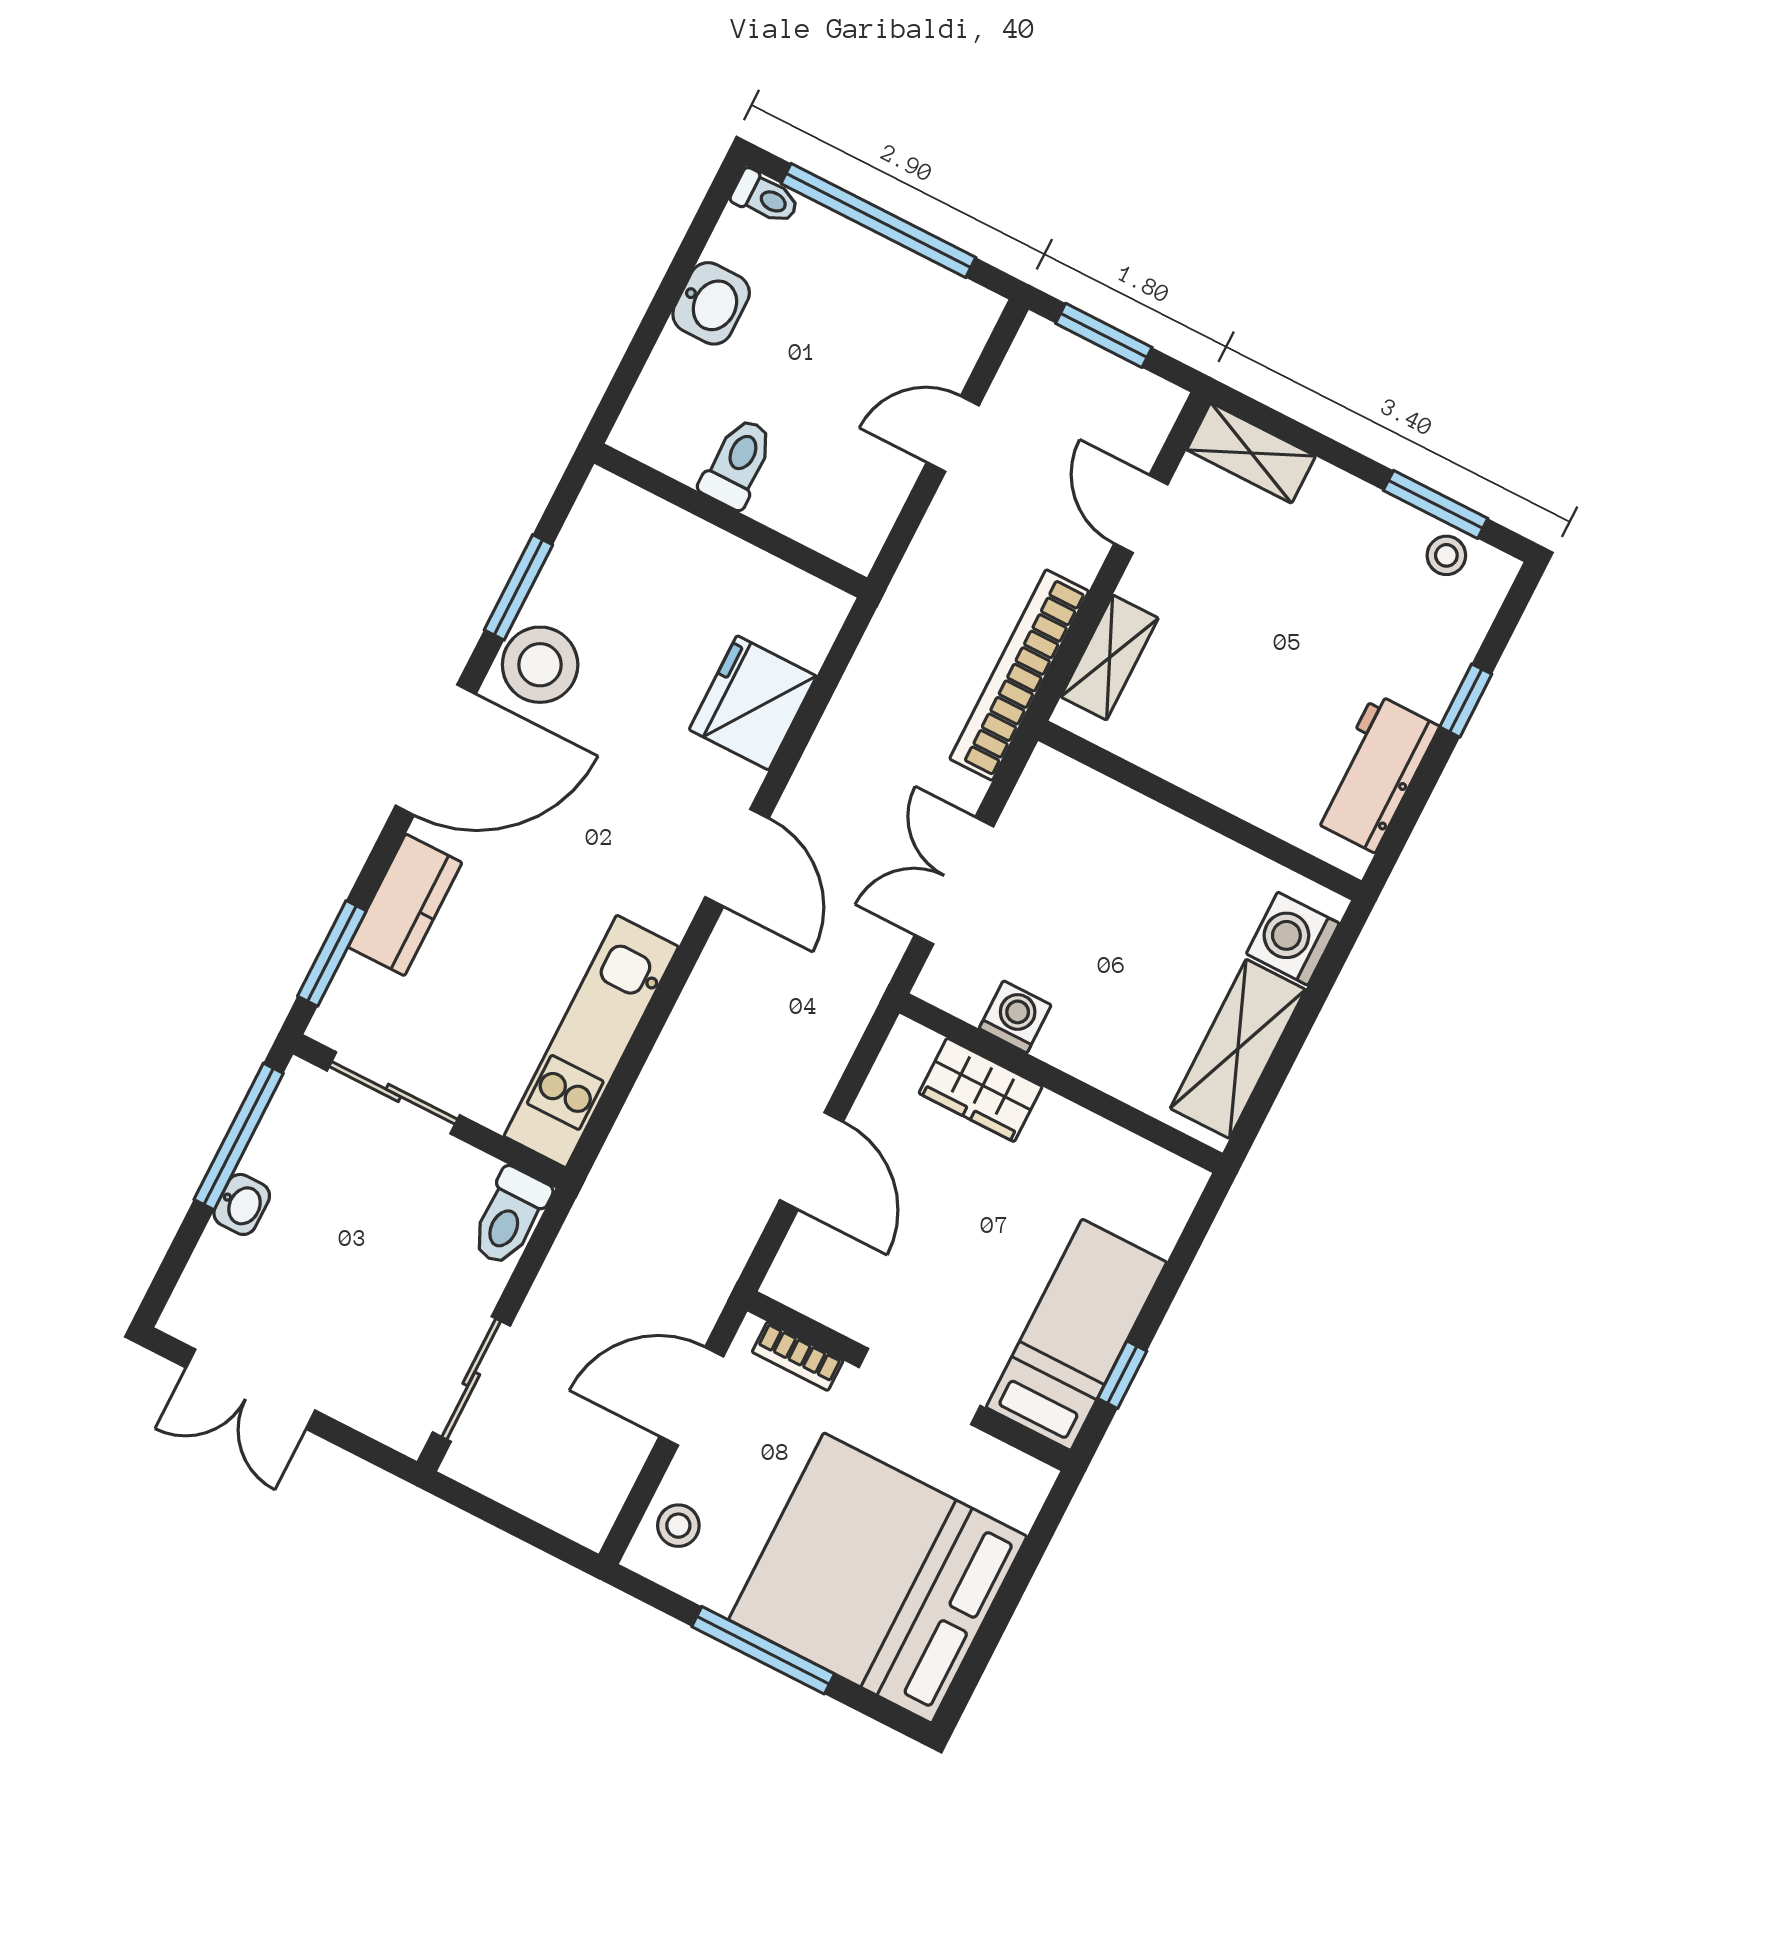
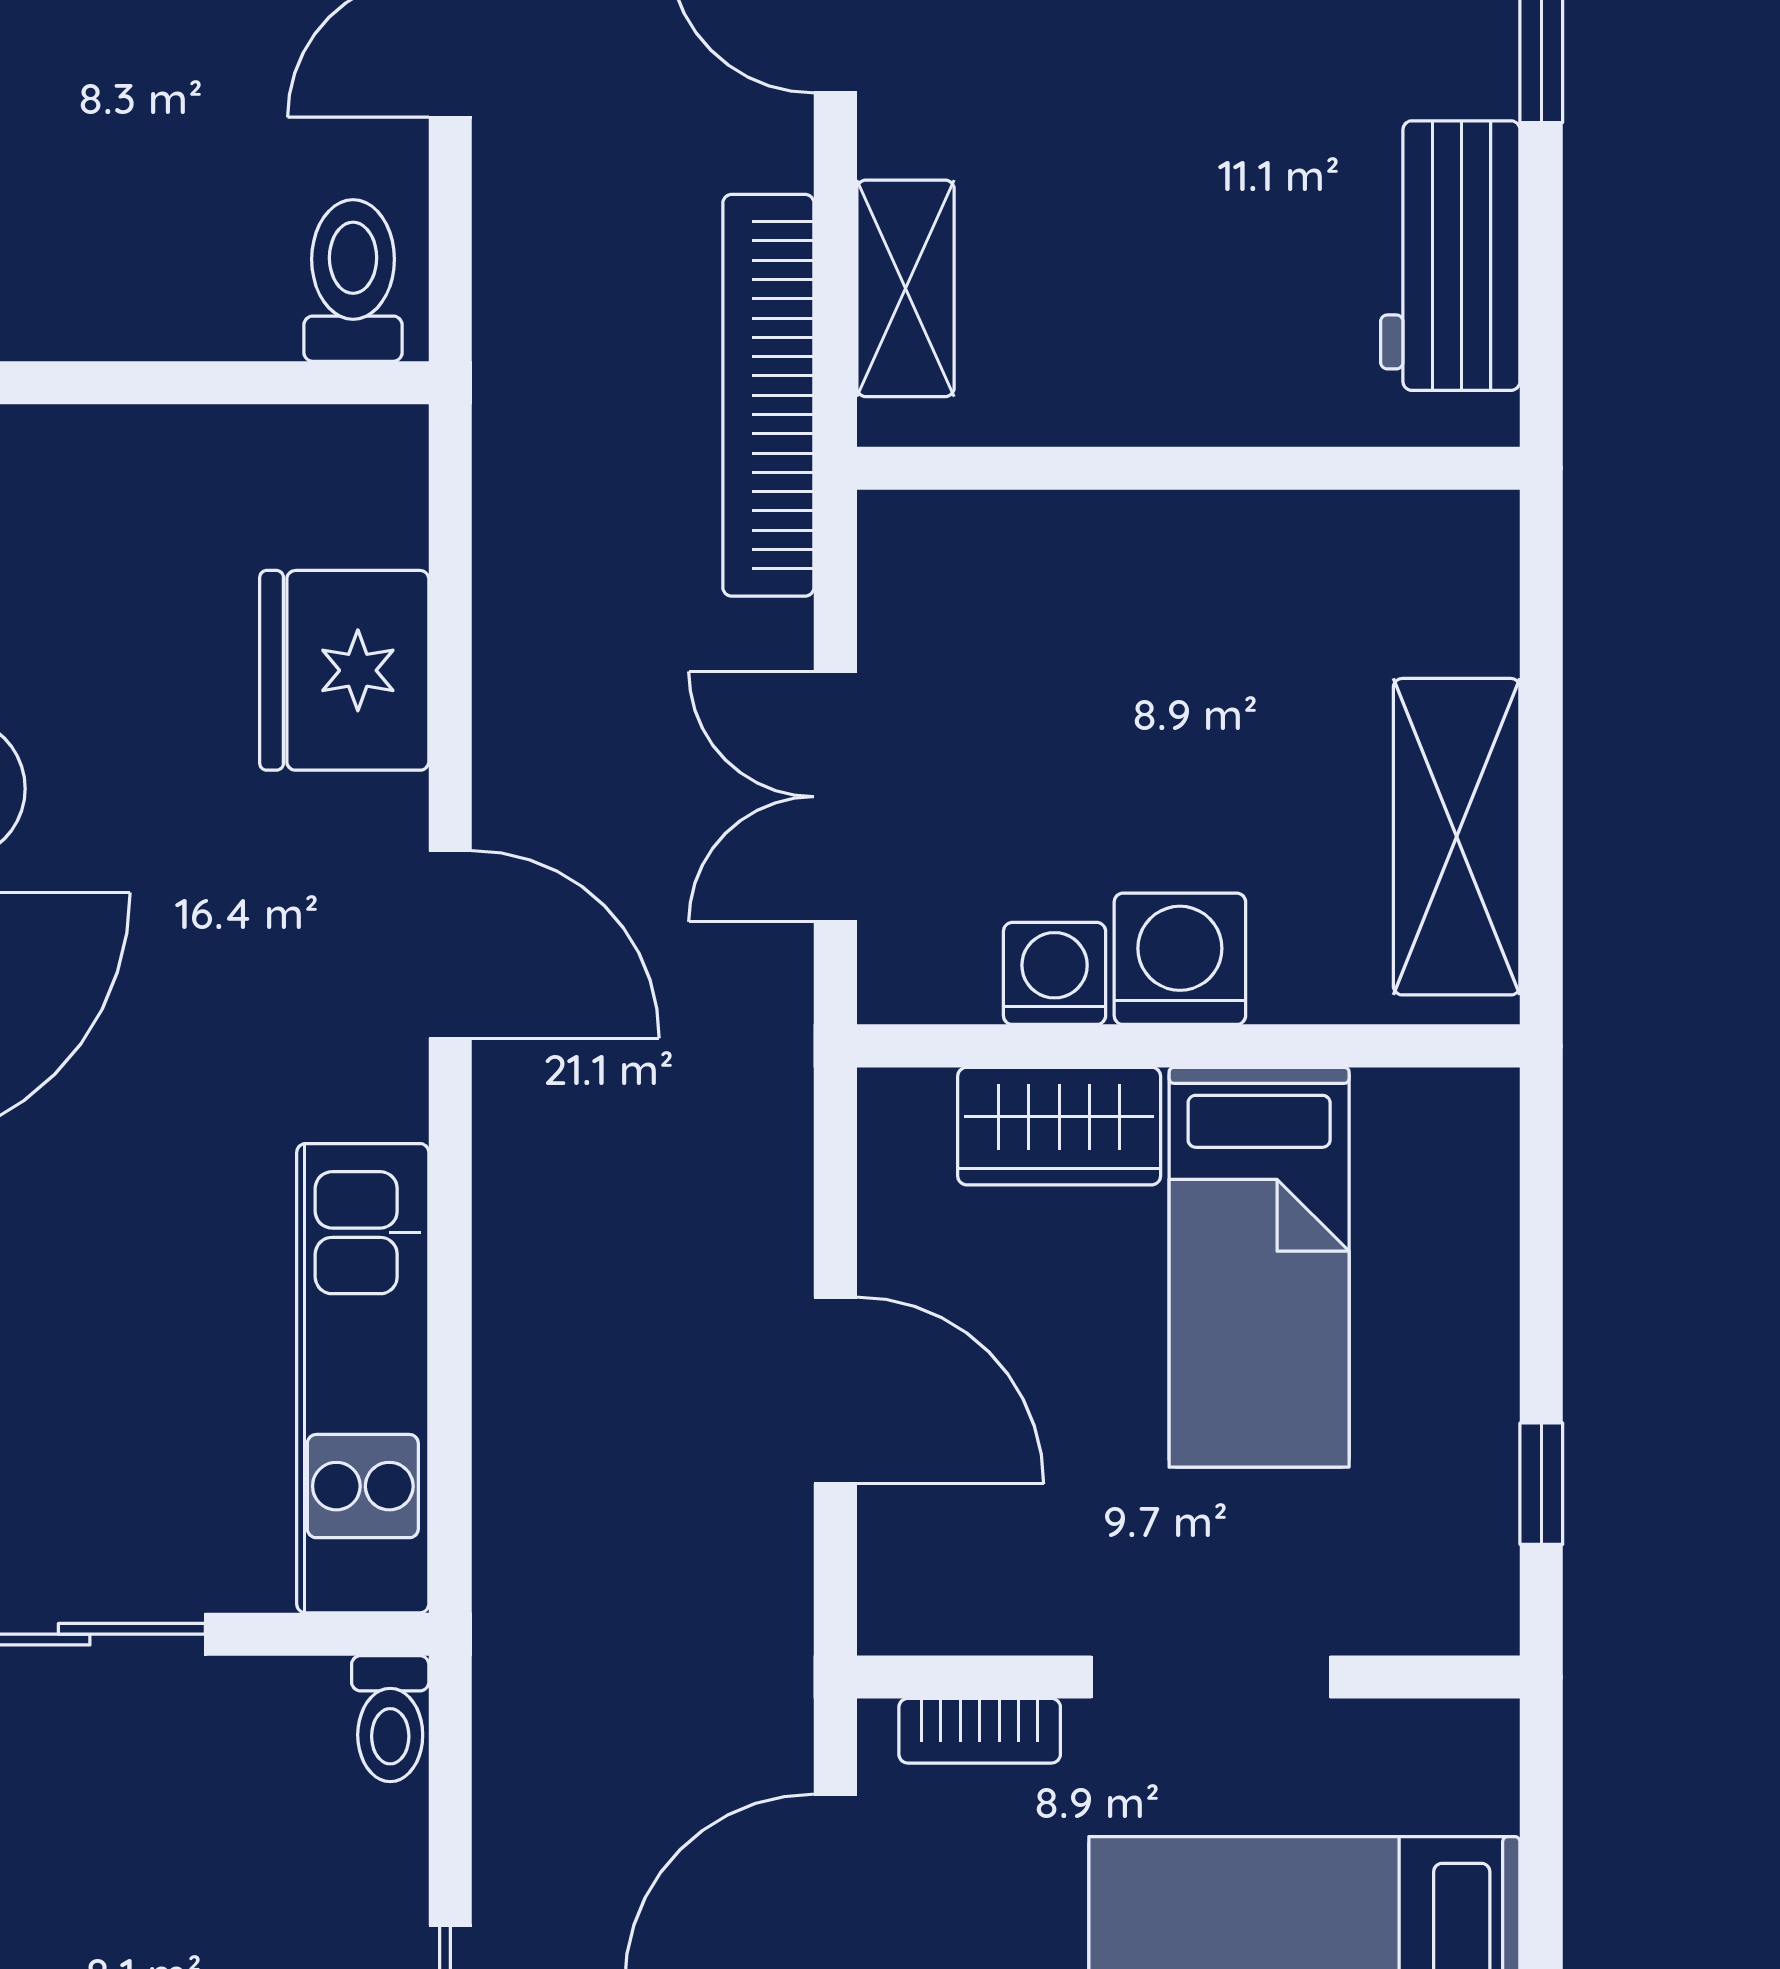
toilet: (738, 463) -> (353, 280), moved
washing machine: (1293, 939) -> (1180, 959), moved, turned 90
toilet: (510, 1217) -> (390, 1719), width x0.73, depth x0.72
bed: (1076, 1335) -> (1259, 1267), moved, turned 180

